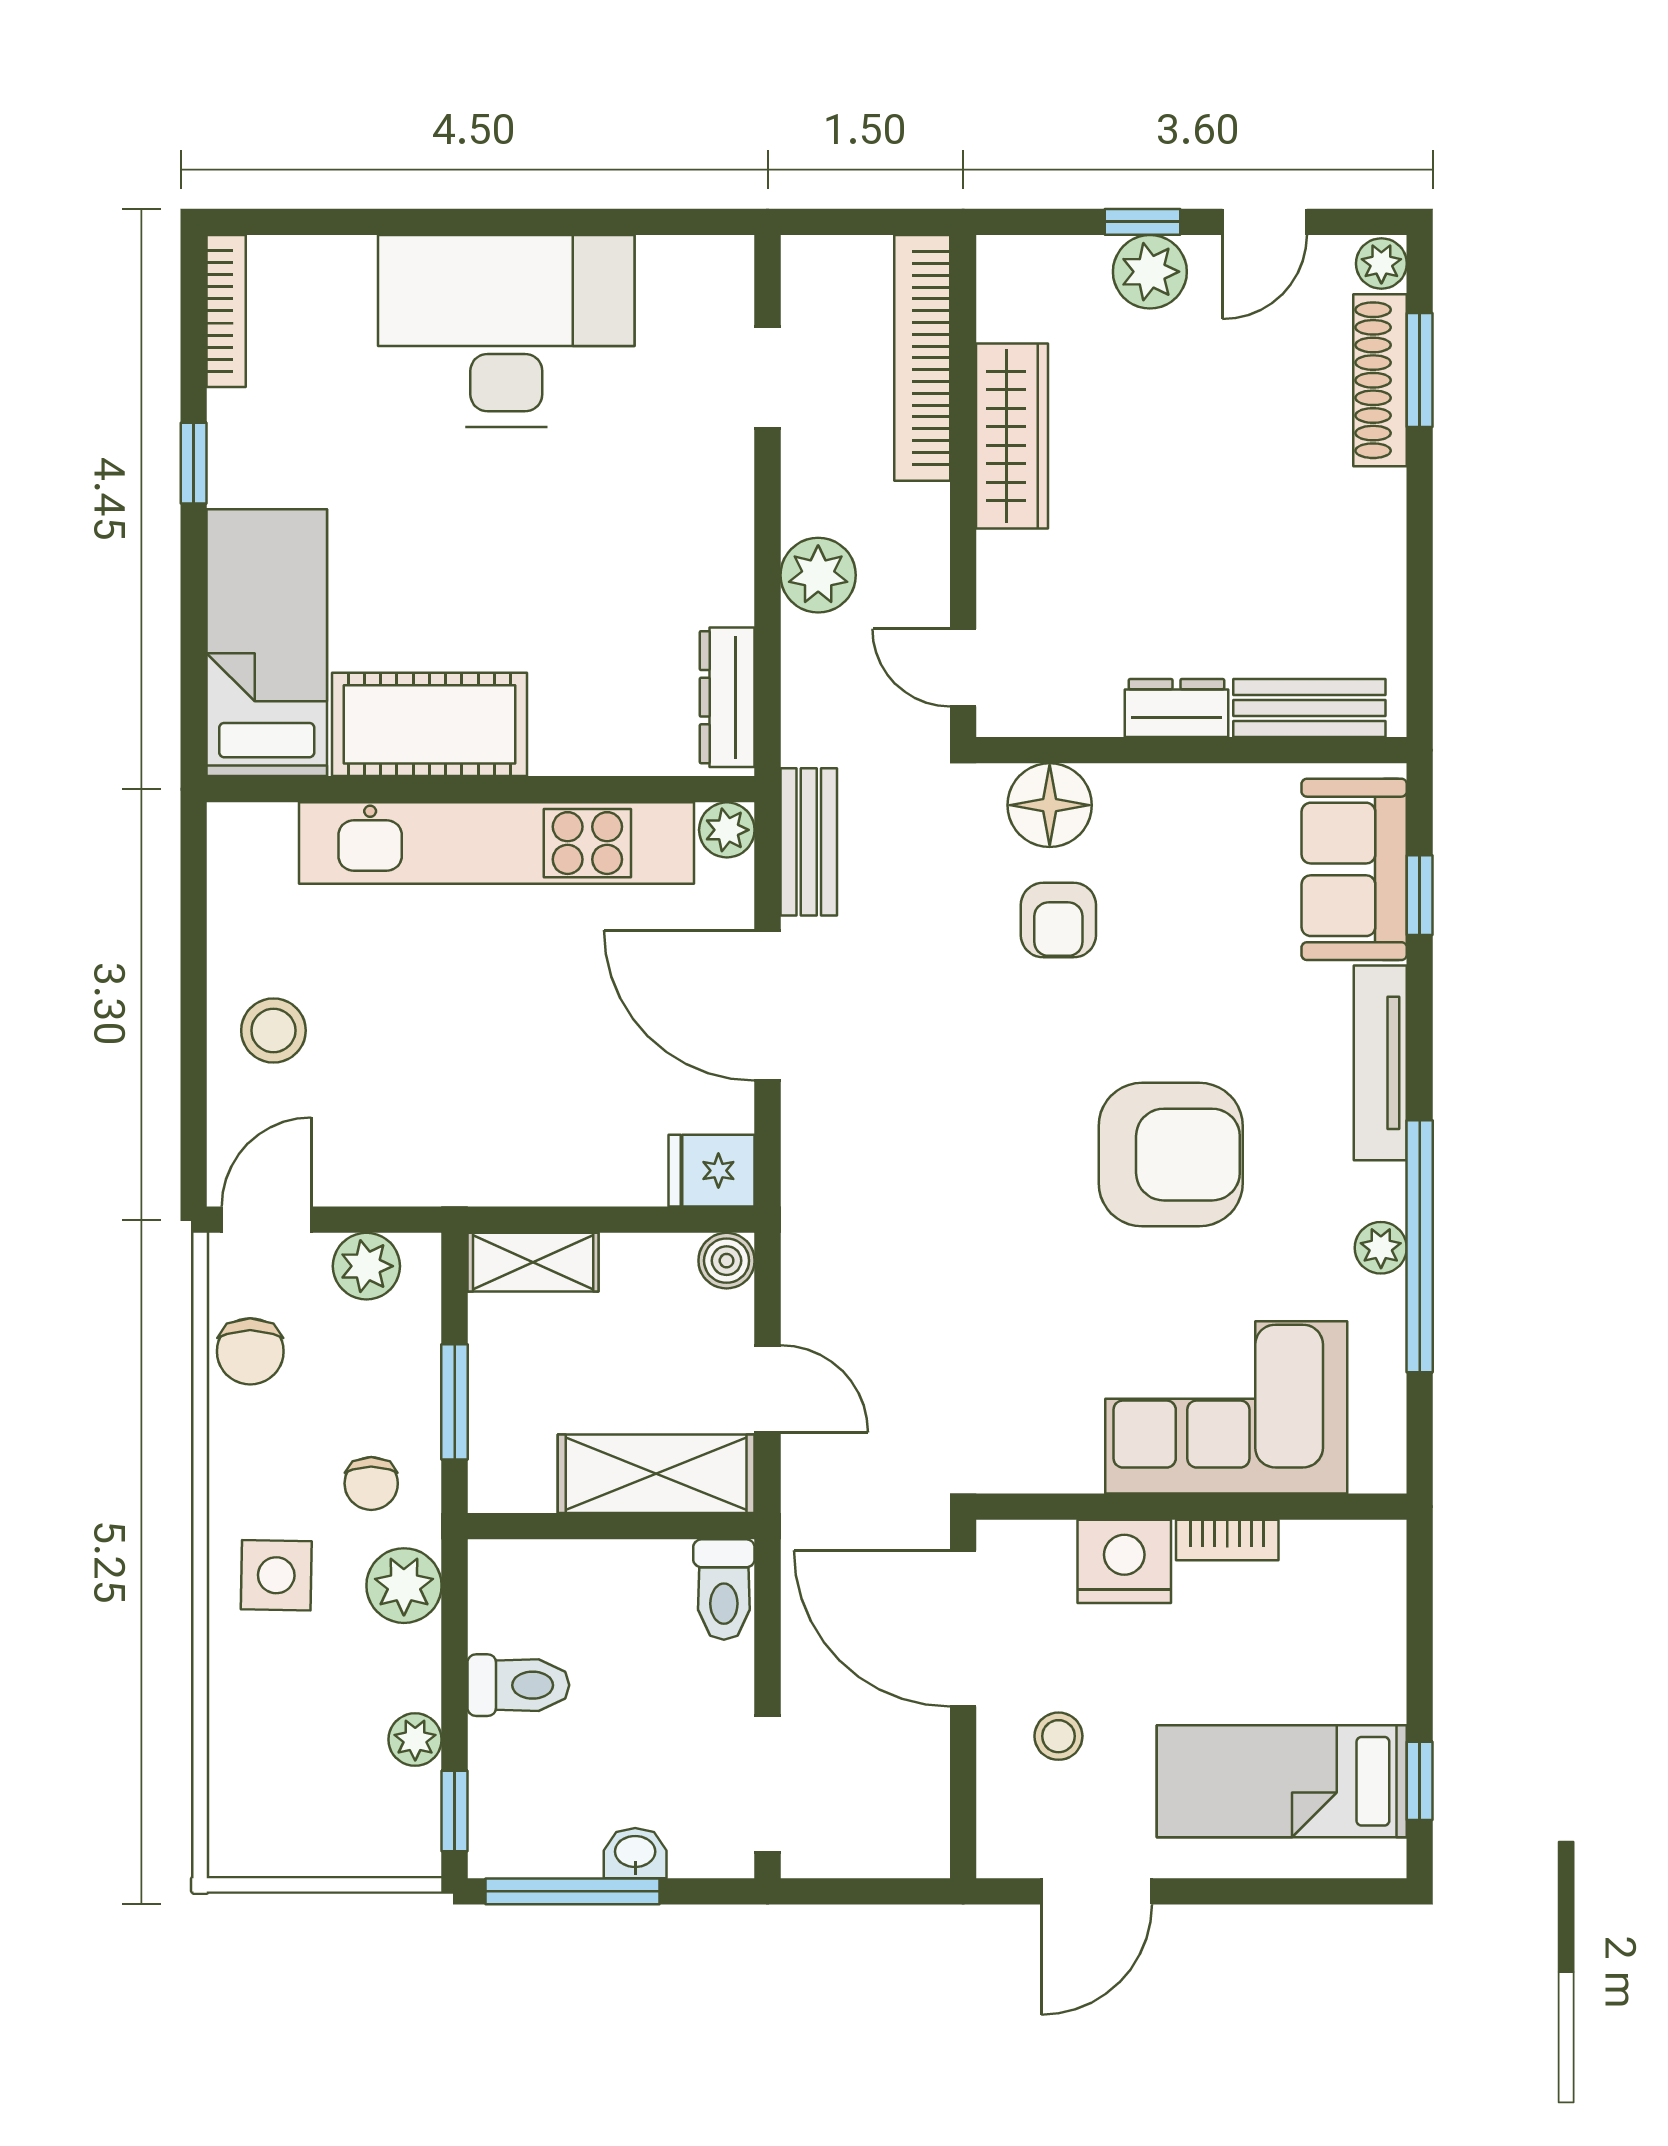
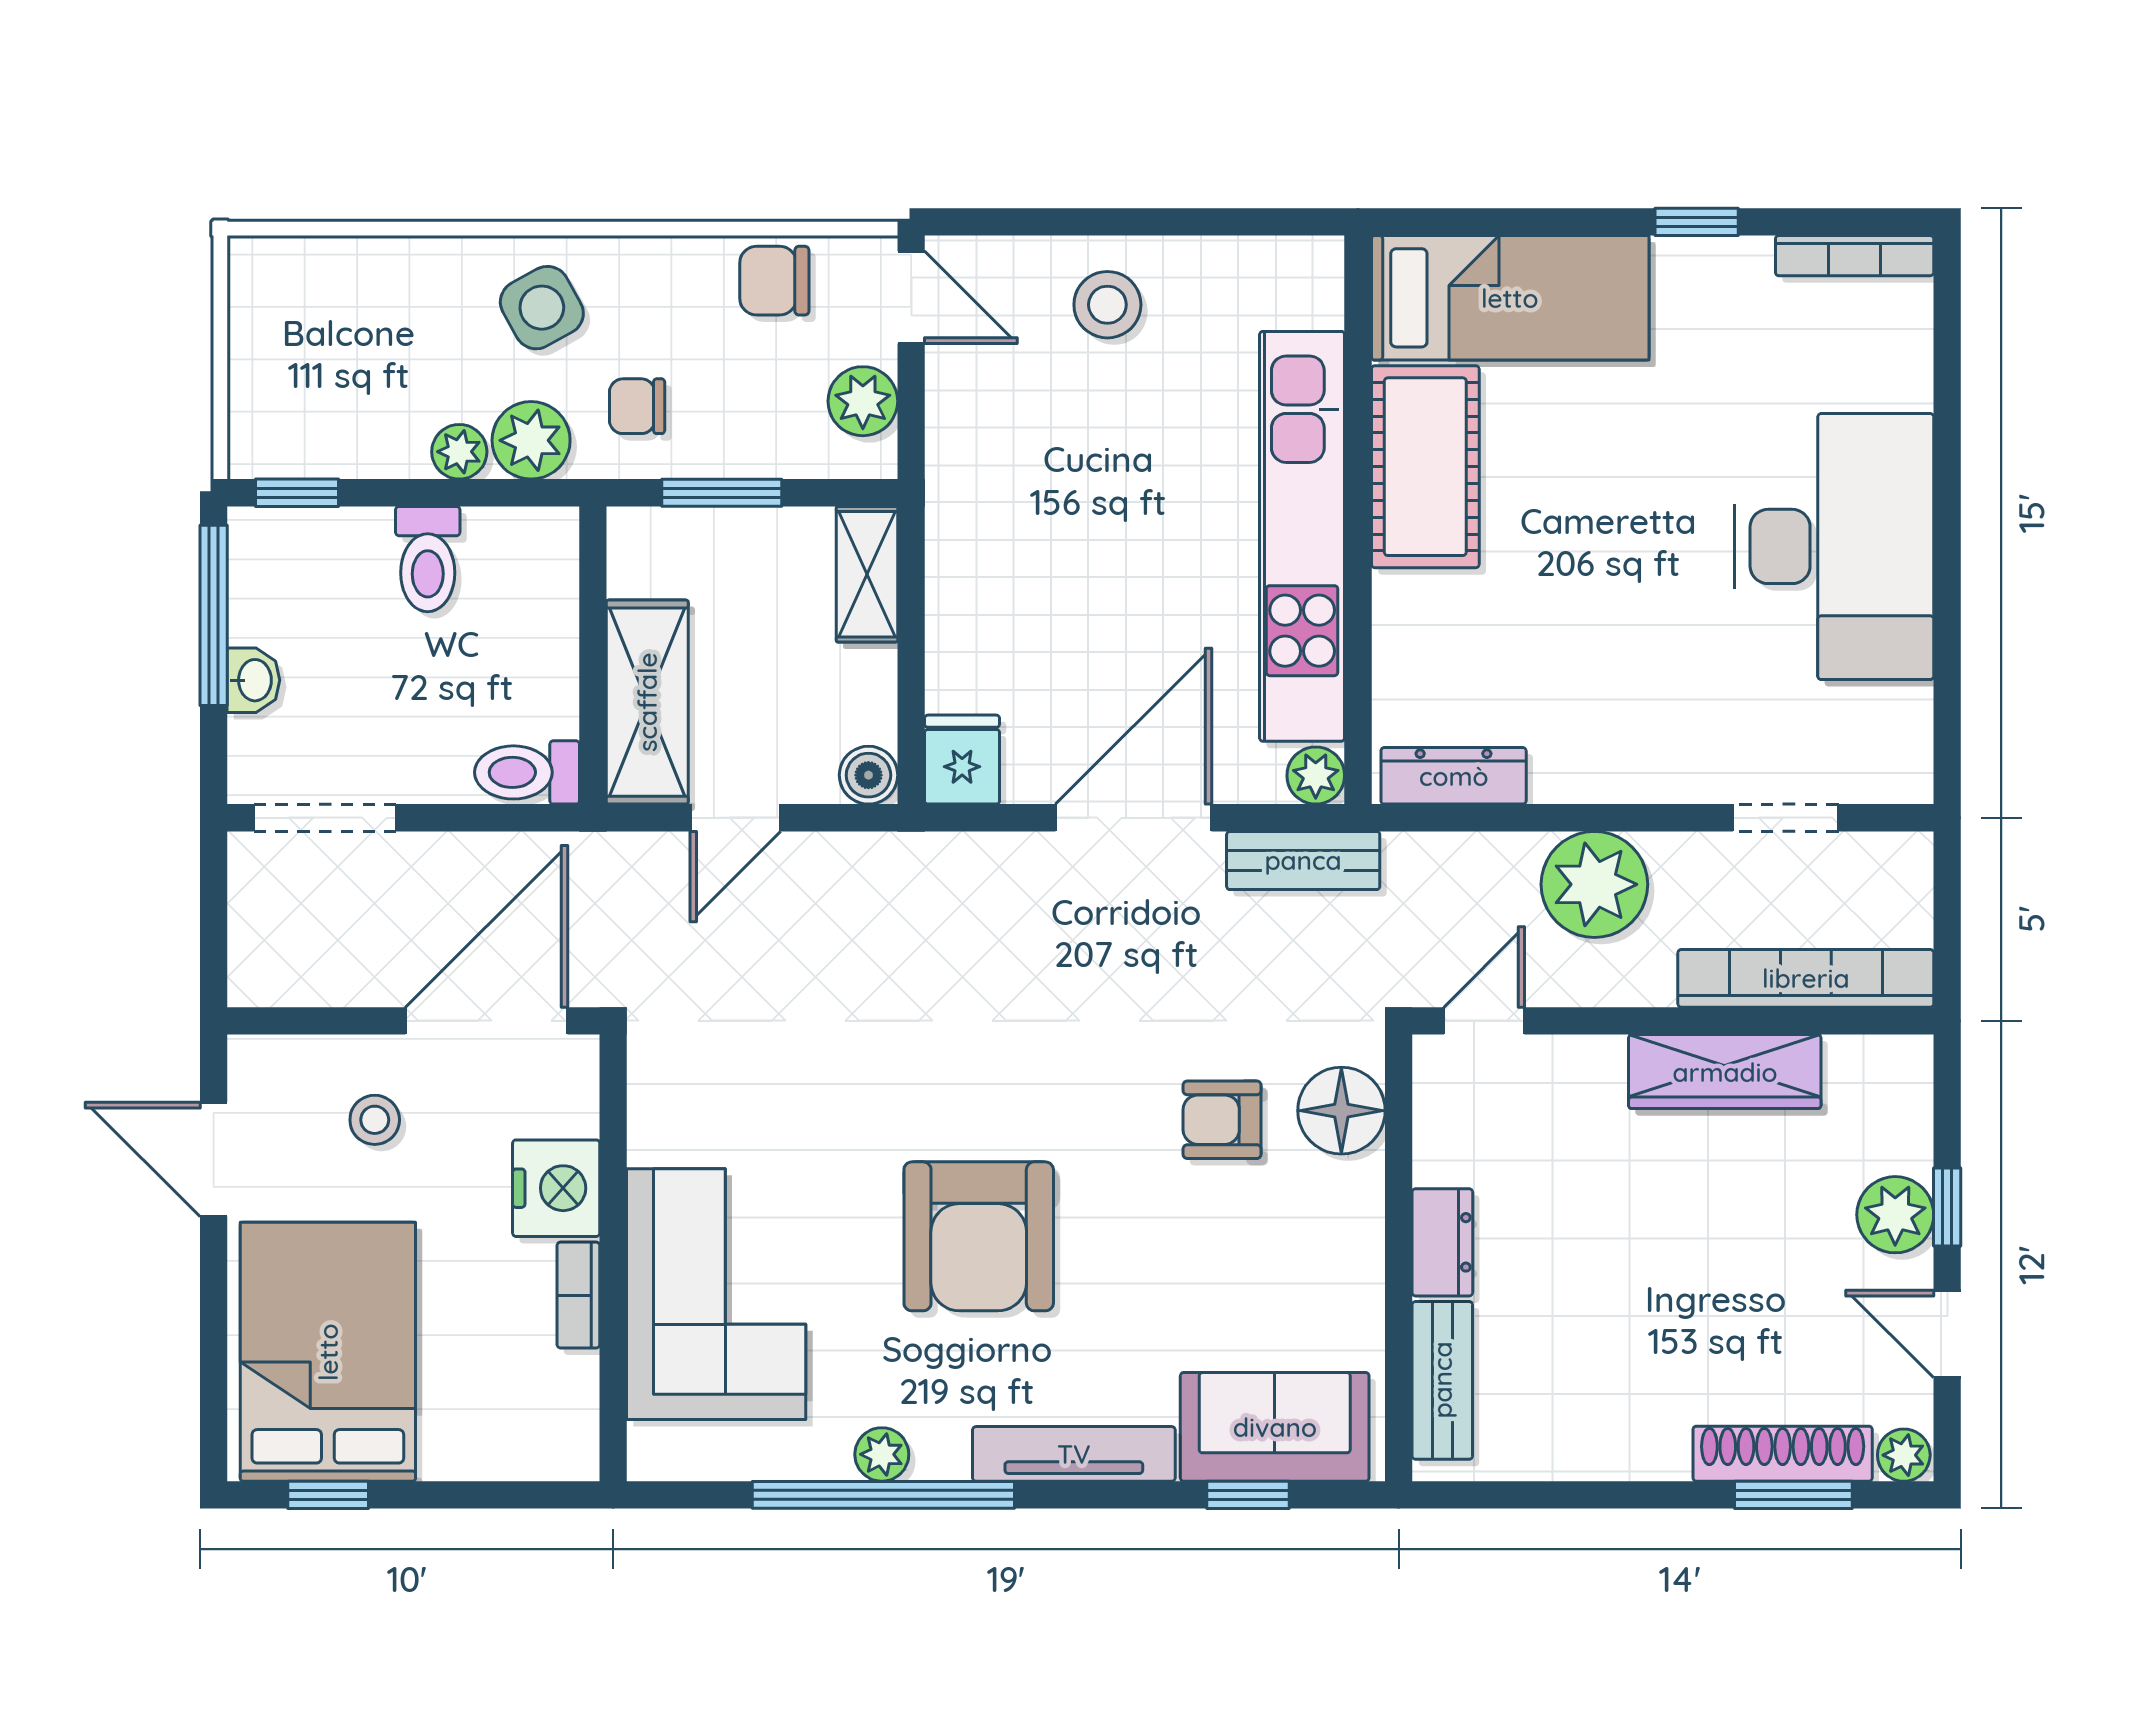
plant: (818, 575) -> (1594, 884), width x1.36, depth x1.36
side table: (276, 1575) -> (542, 308), turned -30
plant: (415, 1740) -> (459, 452), moved
bed: (1282, 1781) -> (328, 1352), width x1.50

